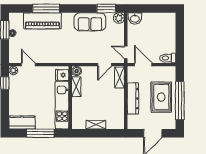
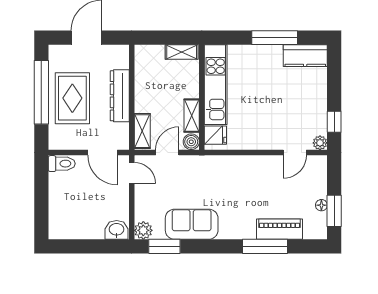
piano: (42, 21) -> (280, 229), width x0.73, depth x0.75
door: (28, 65) -> (295, 153), hinge flipped
boiler: (77, 71) -> (191, 142), moved
fridge: (62, 75) -> (215, 135), moved
shelving: (76, 87) -> (192, 116), moved
wall: (70, 98) -> (202, 97), moved
kitchen unit: (62, 105) -> (216, 85), moved

